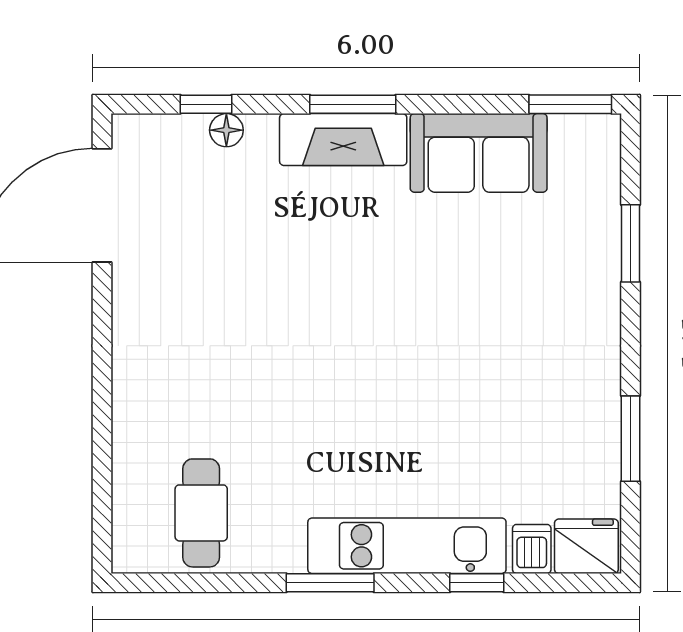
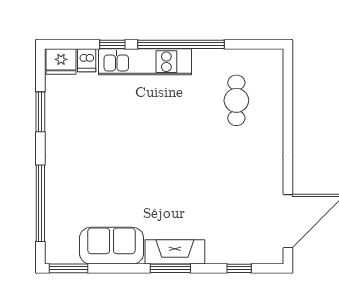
floor lamp: (226, 130) -> (230, 256), removed
window: (631, 243) -> (40, 203), width x2.11
cafe table: (201, 513) -> (236, 100), moved
window: (330, 583) -> (181, 44), width x2.11

